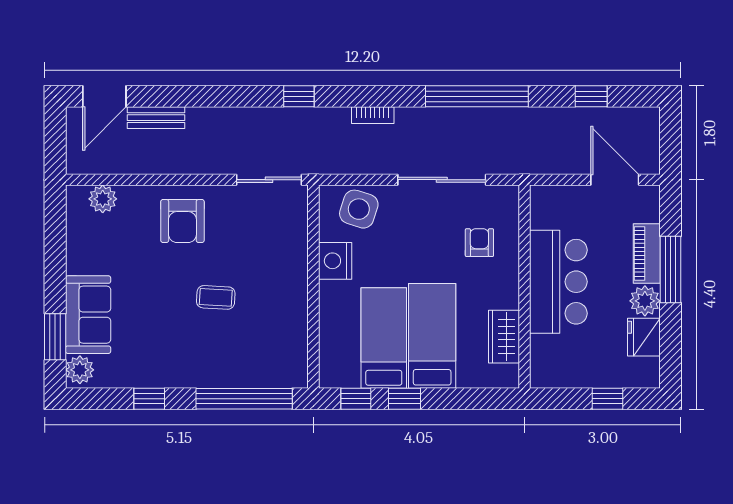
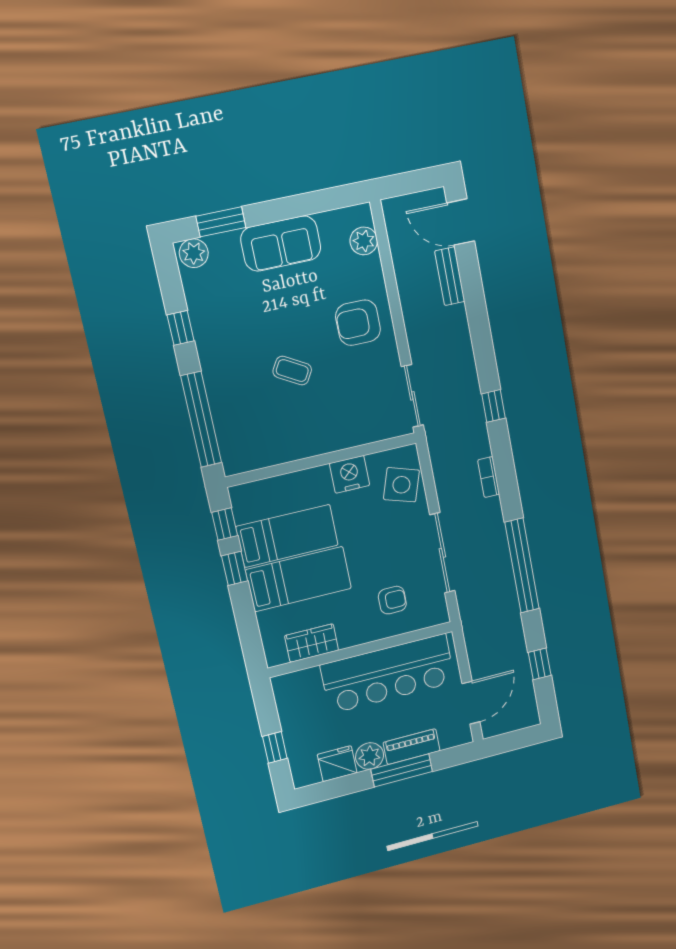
bar counter: (558, 282) -> (388, 674), width x1.36
coffee table: (216, 297) -> (292, 371), turned -63
sofa: (88, 315) -> (281, 243), moved

